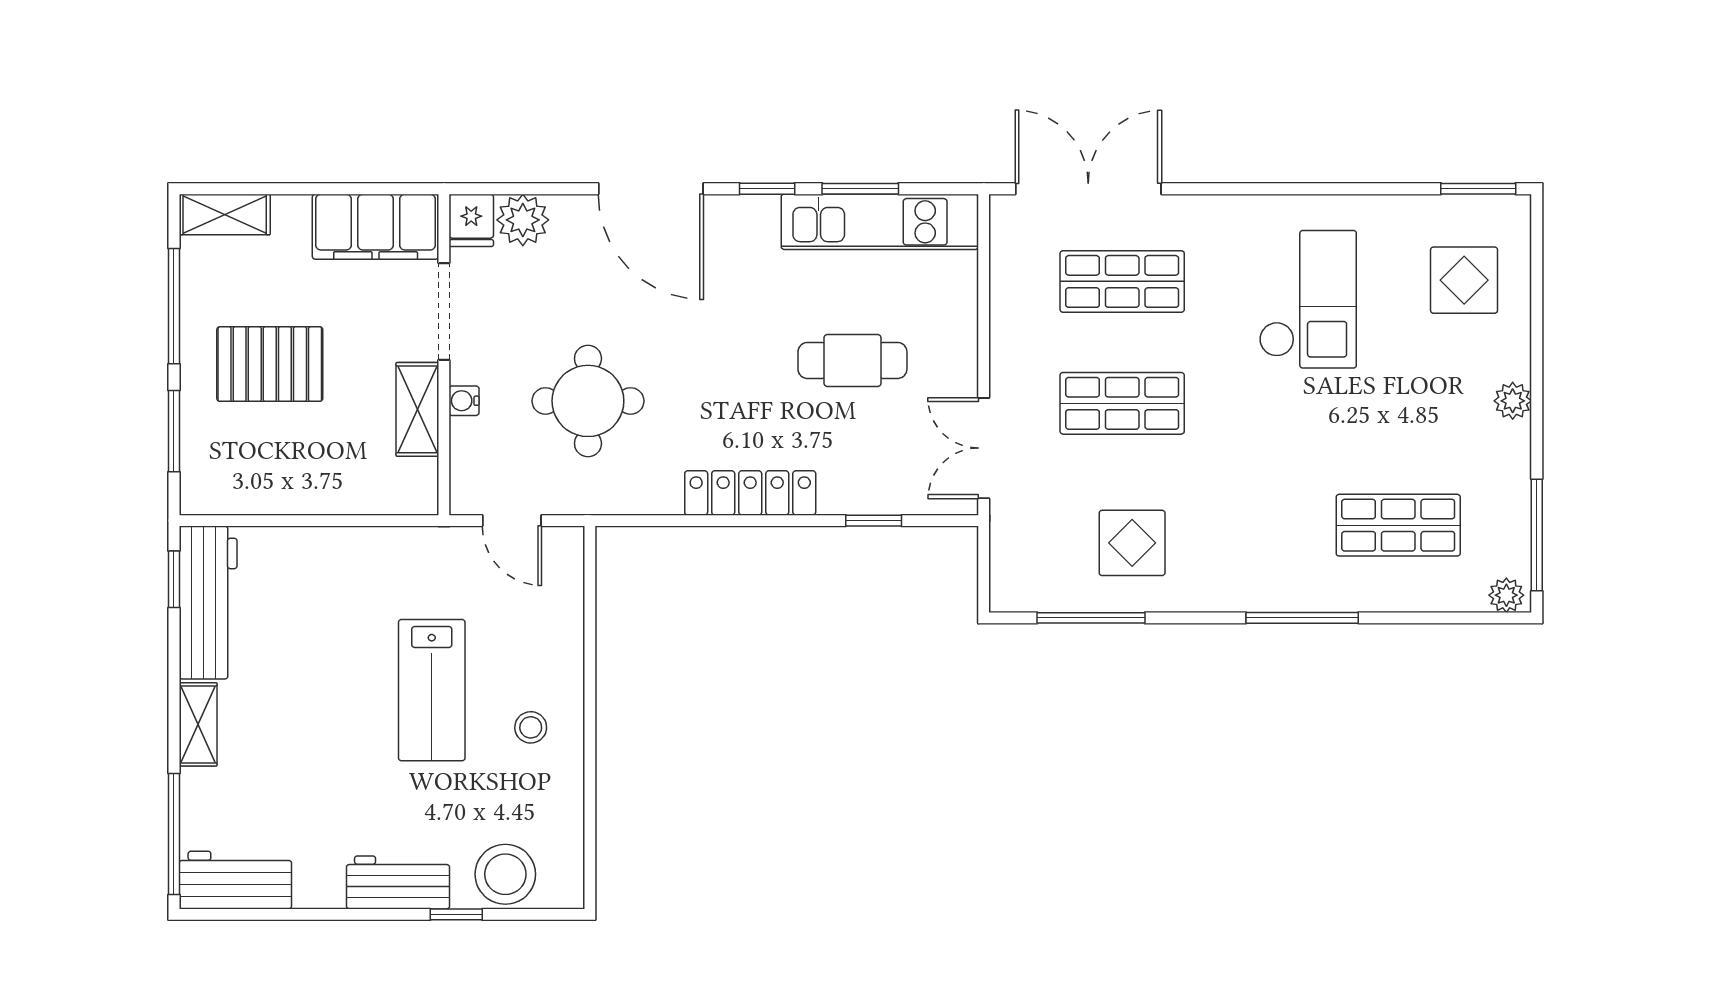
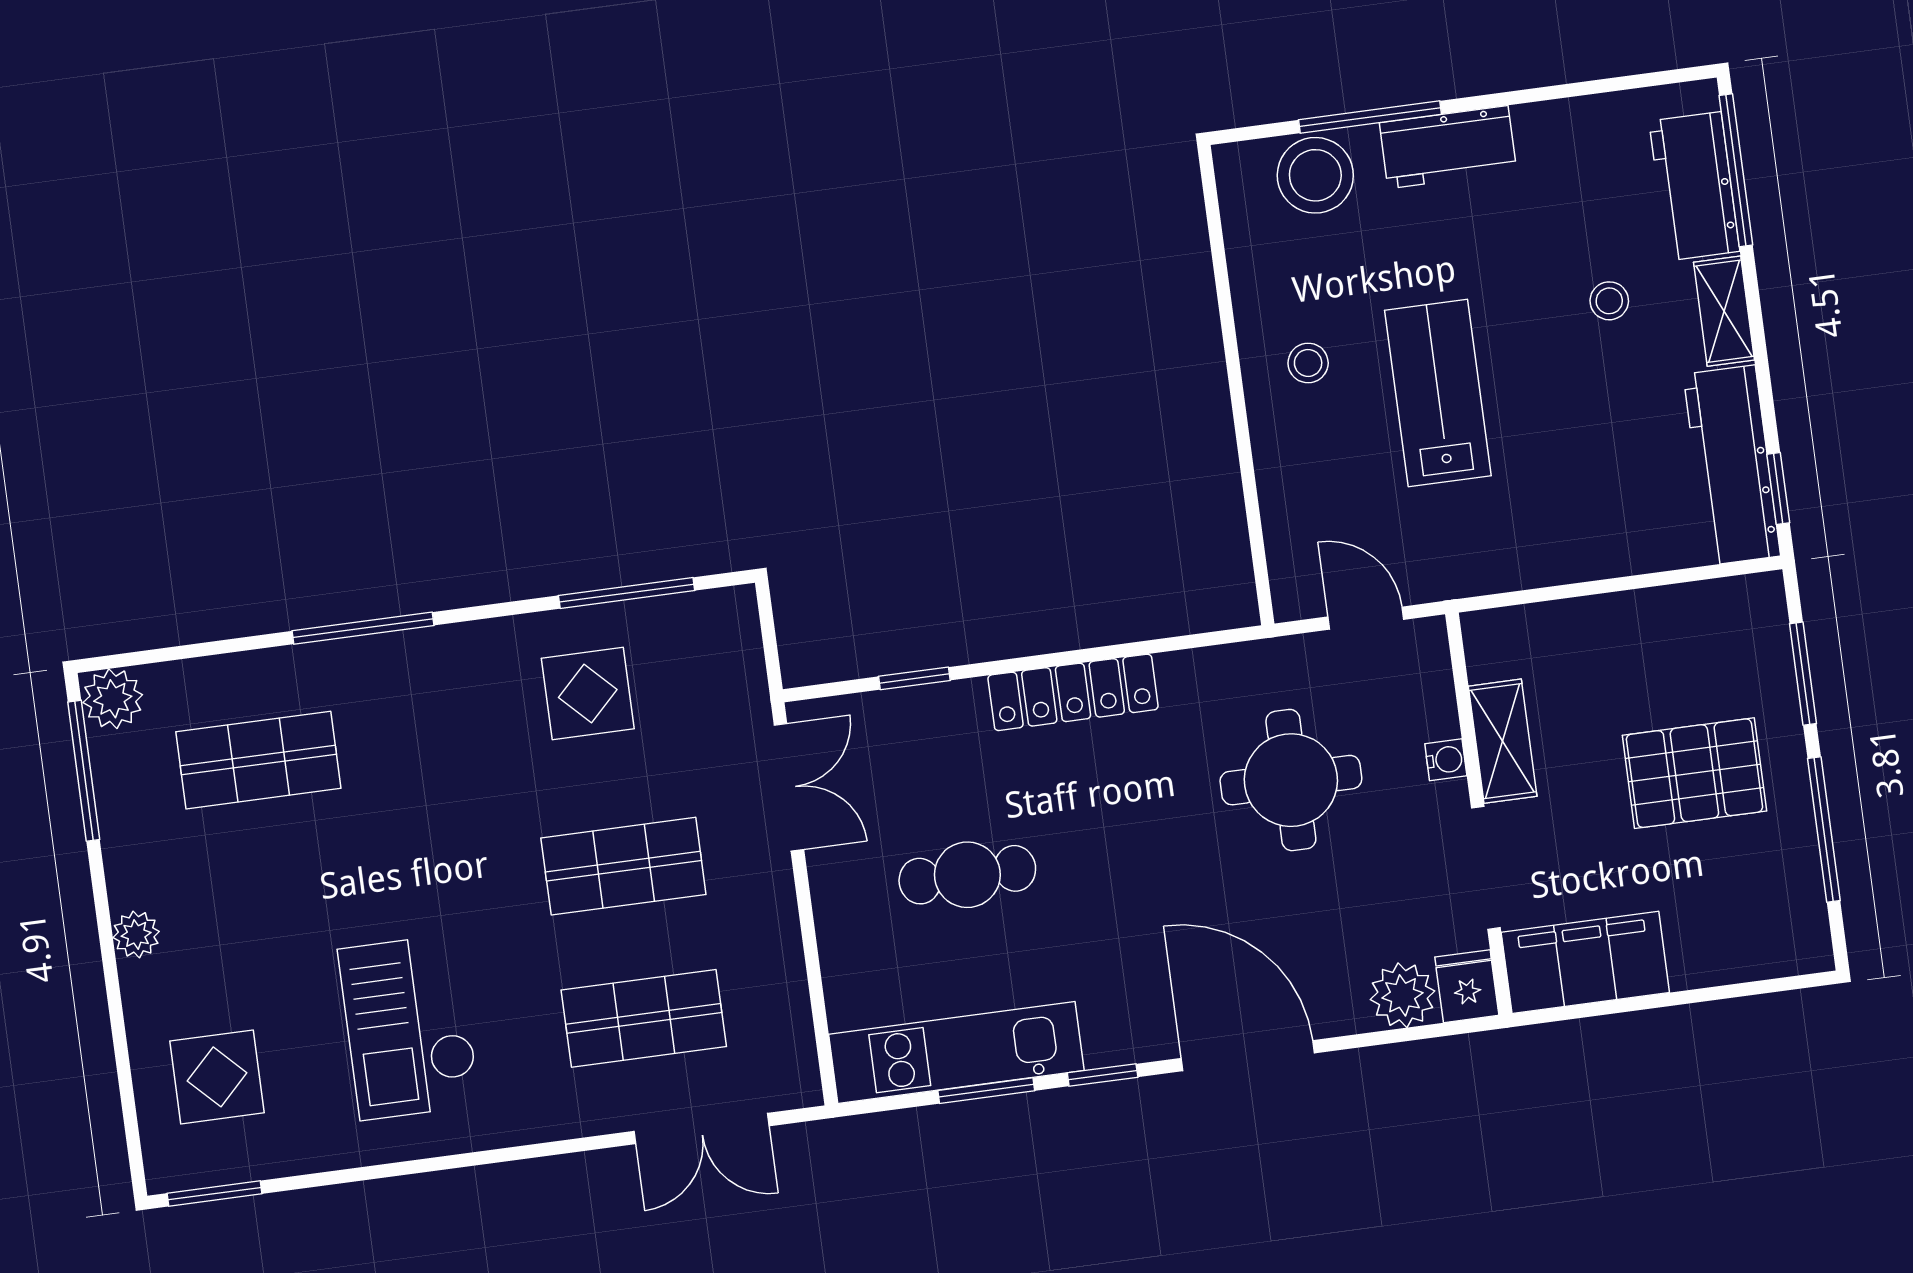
double door: (1088, 189) -> (701, 1129), width x0.73
shelving: (225, 214) -> (1776, 952), removed
plant: (1506, 595) -> (113, 699), width x1.38, depth x1.38
stool: (287, 745) -> (1609, 301), added
workbench: (235, 880) -> (1694, 186), moved, turned 90
window: (456, 914) -> (1370, 117), width x2.17

